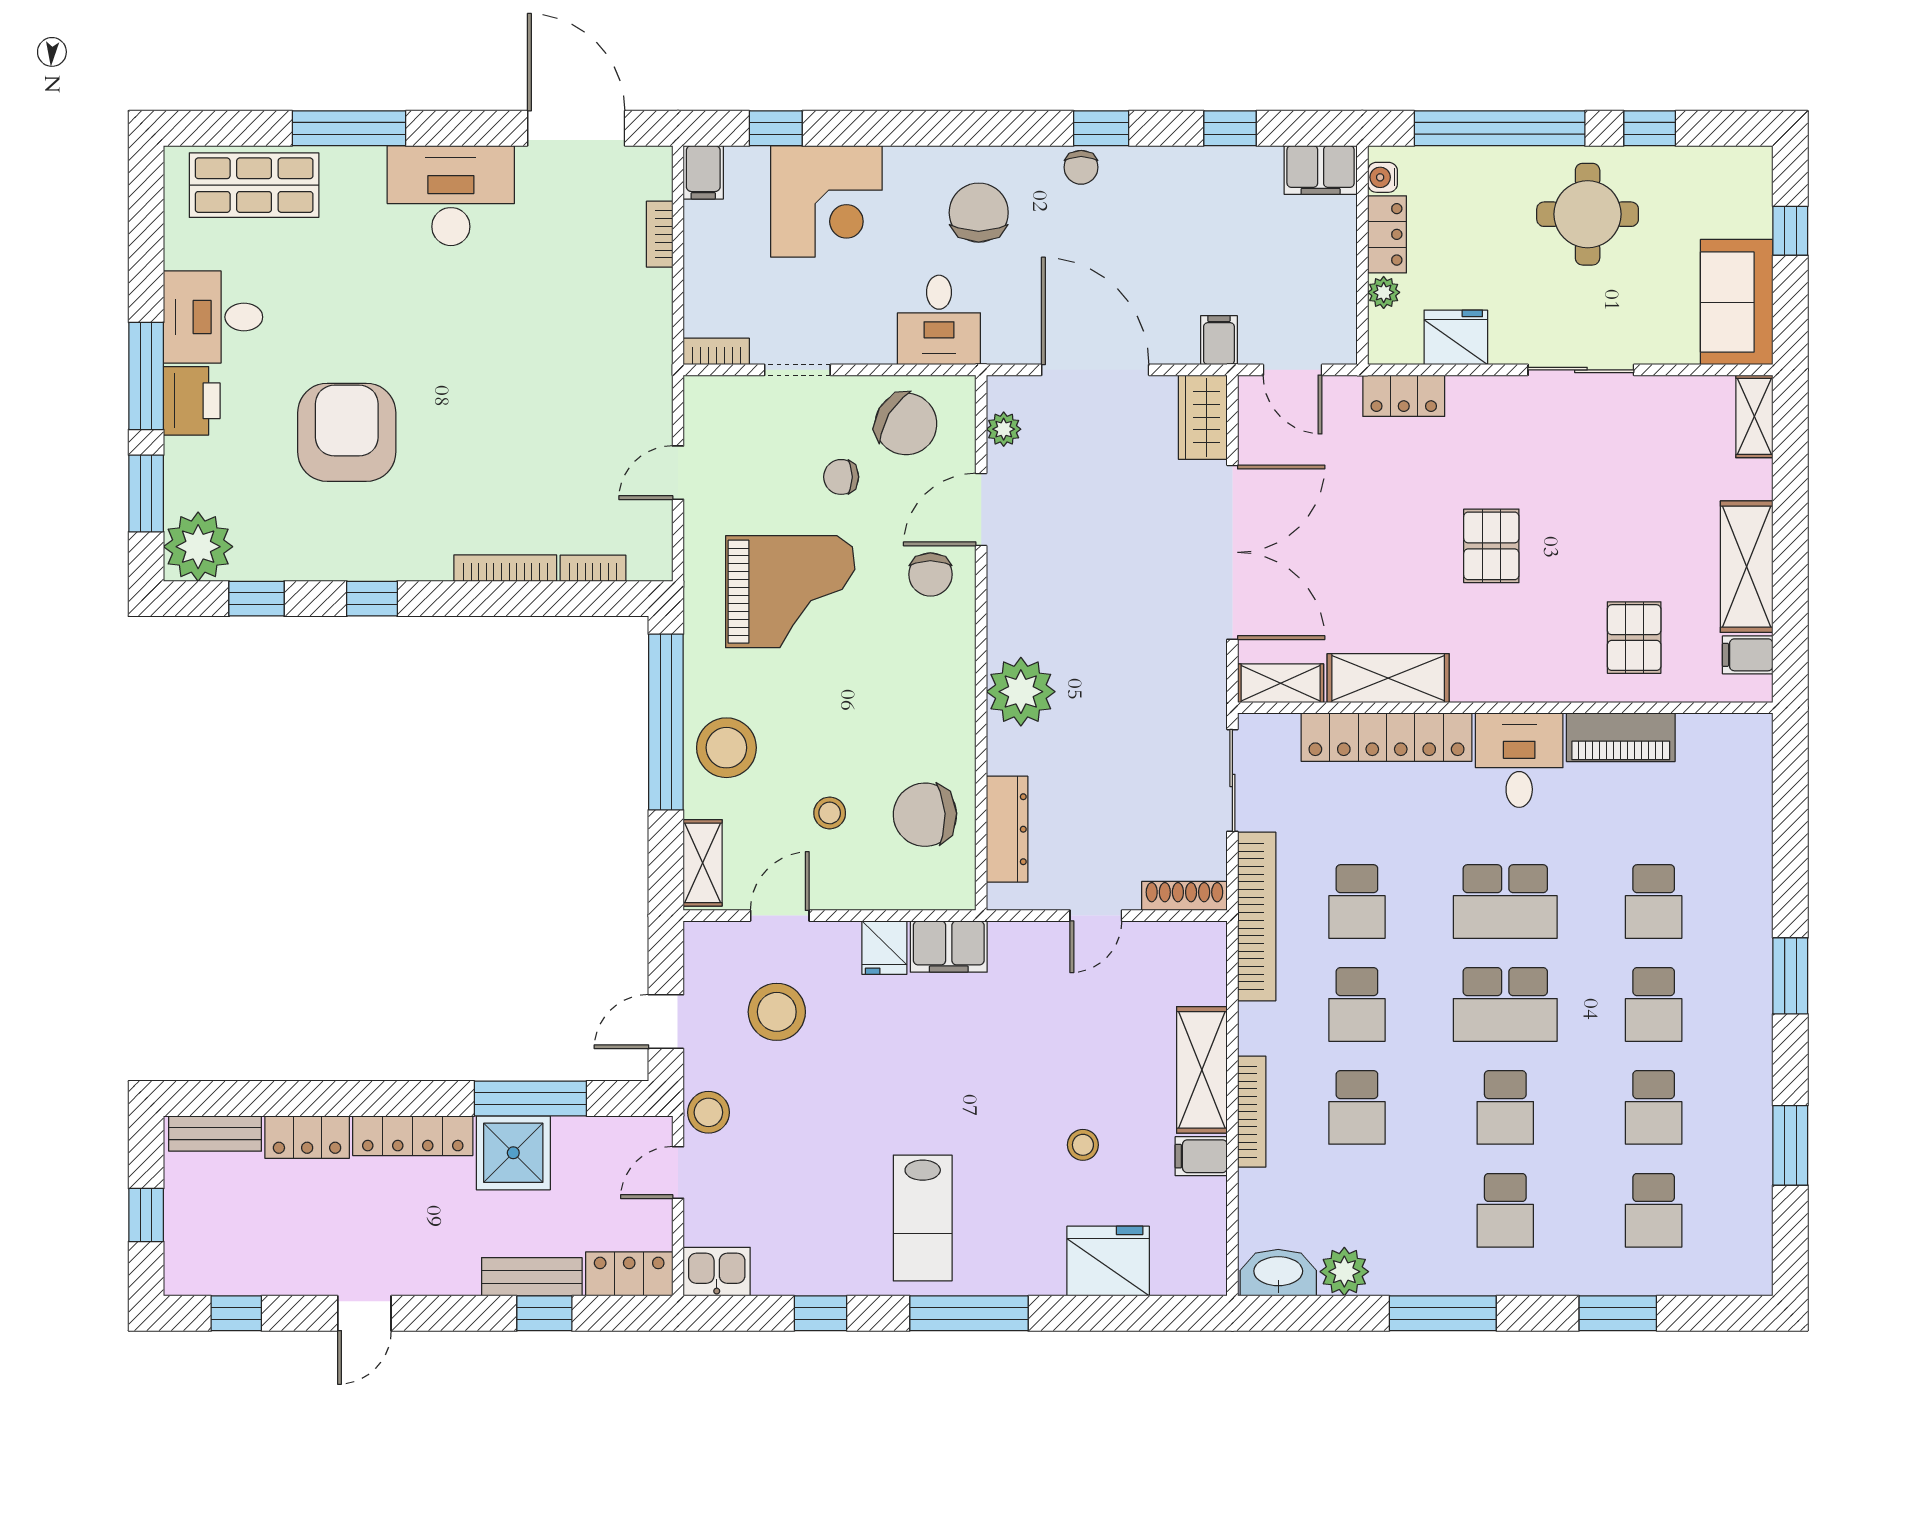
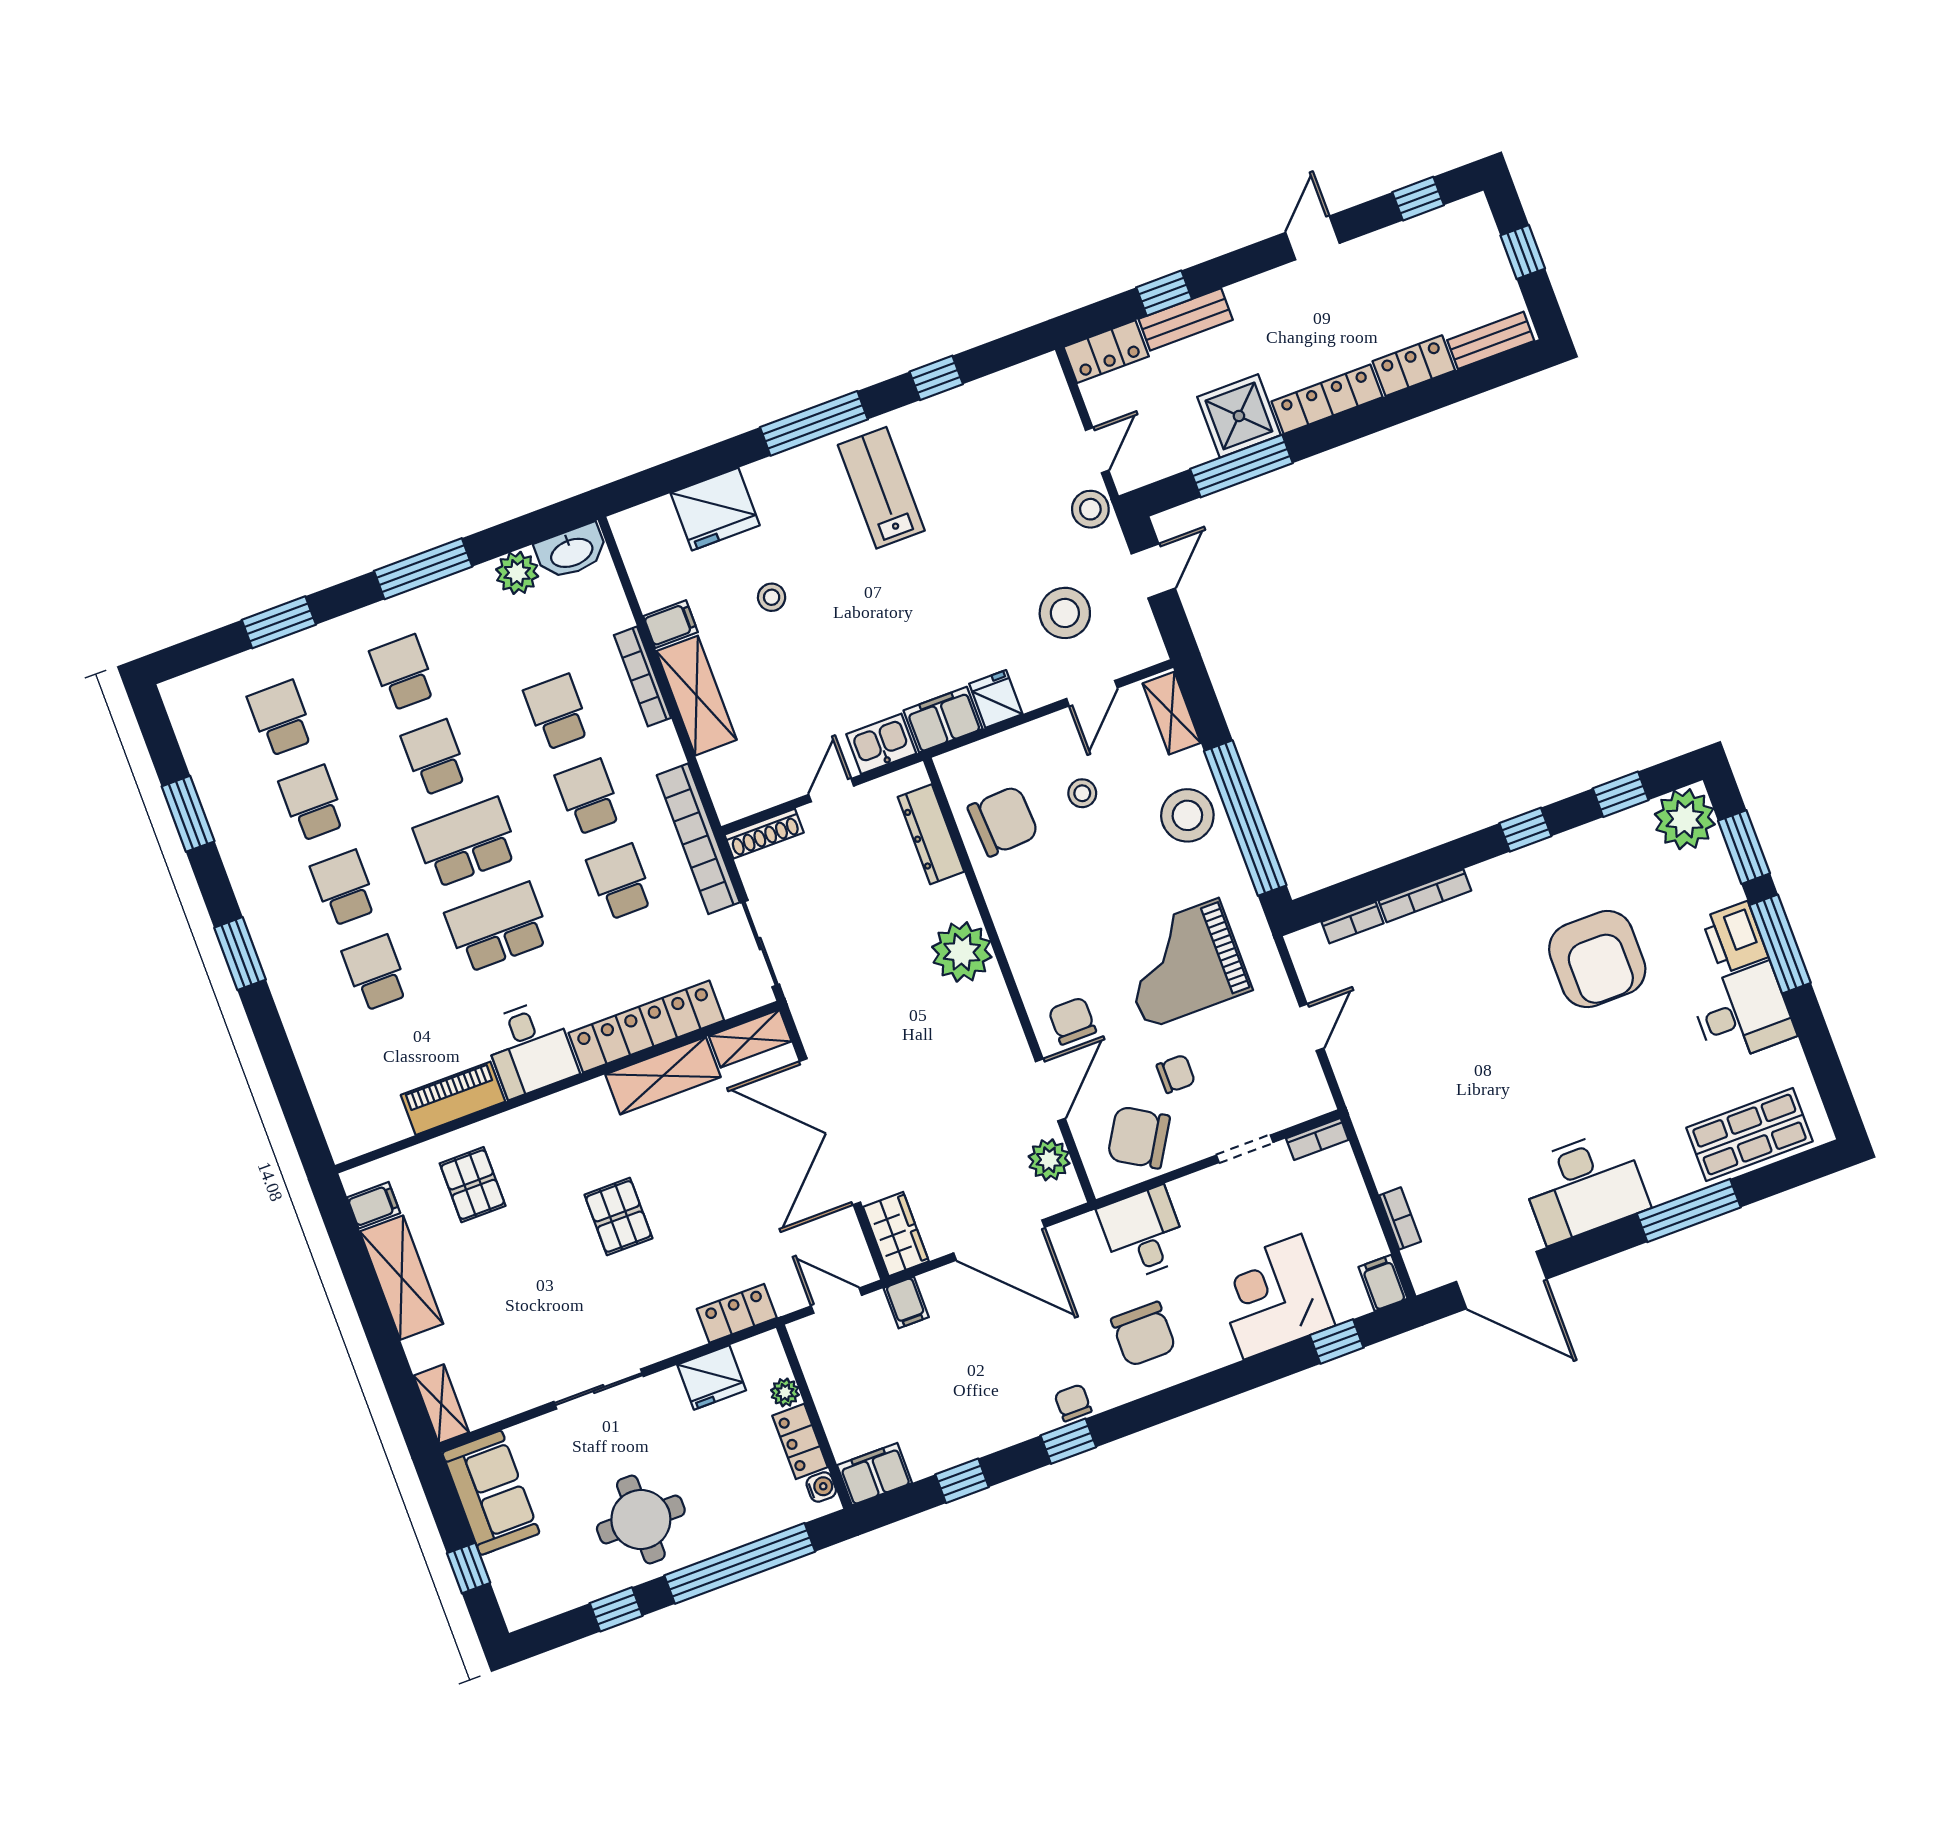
plant: (1004, 429) -> (1049, 1160), width x1.38, depth x1.38
kitchen sink: (717, 1272) -> (881, 744), moved, turned 180

